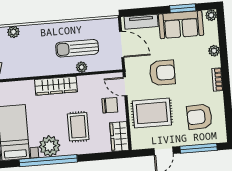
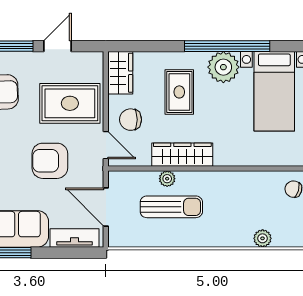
wardrobe: (56, 86) -> (182, 155), moved

